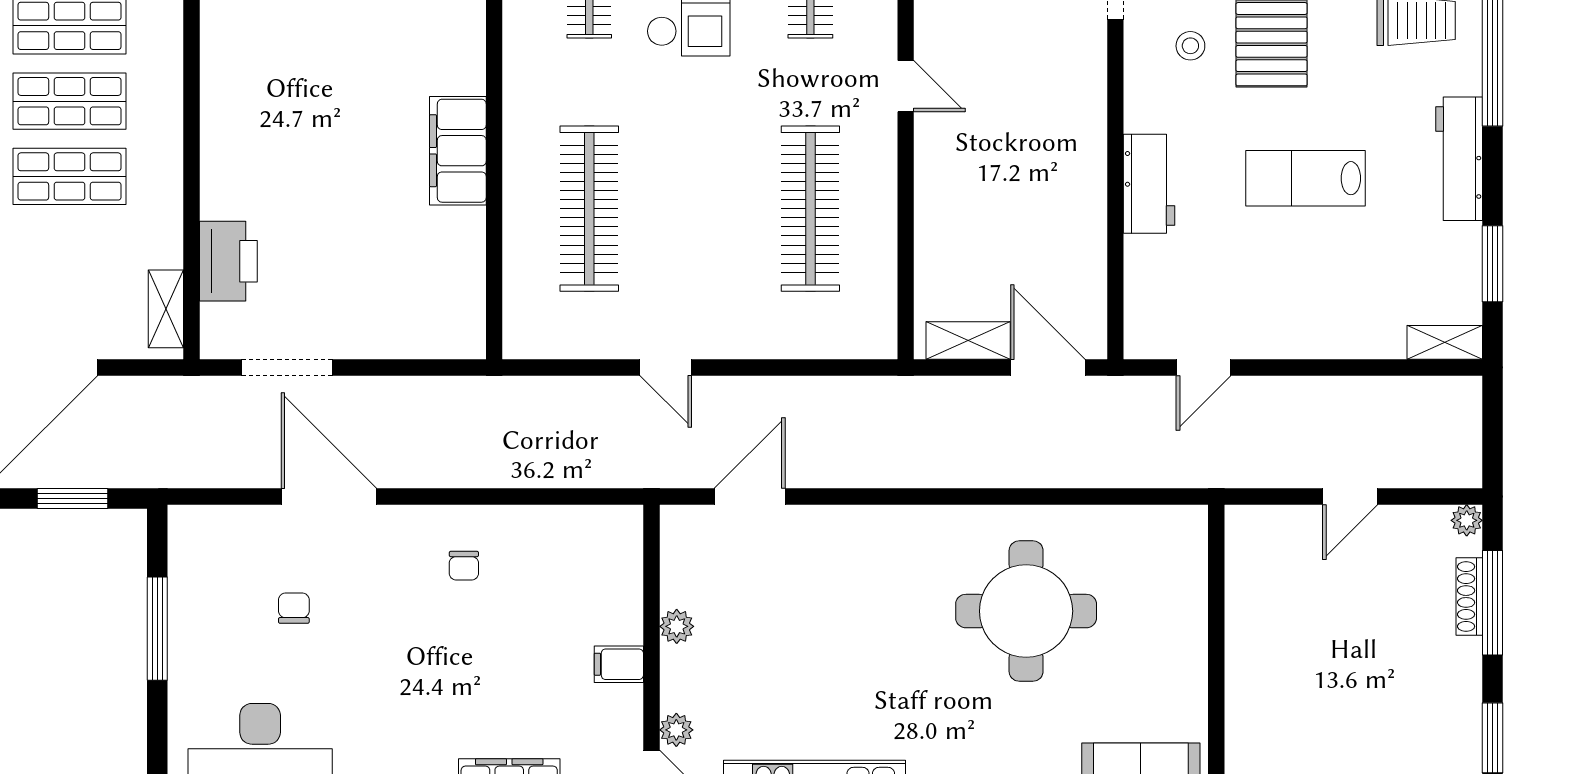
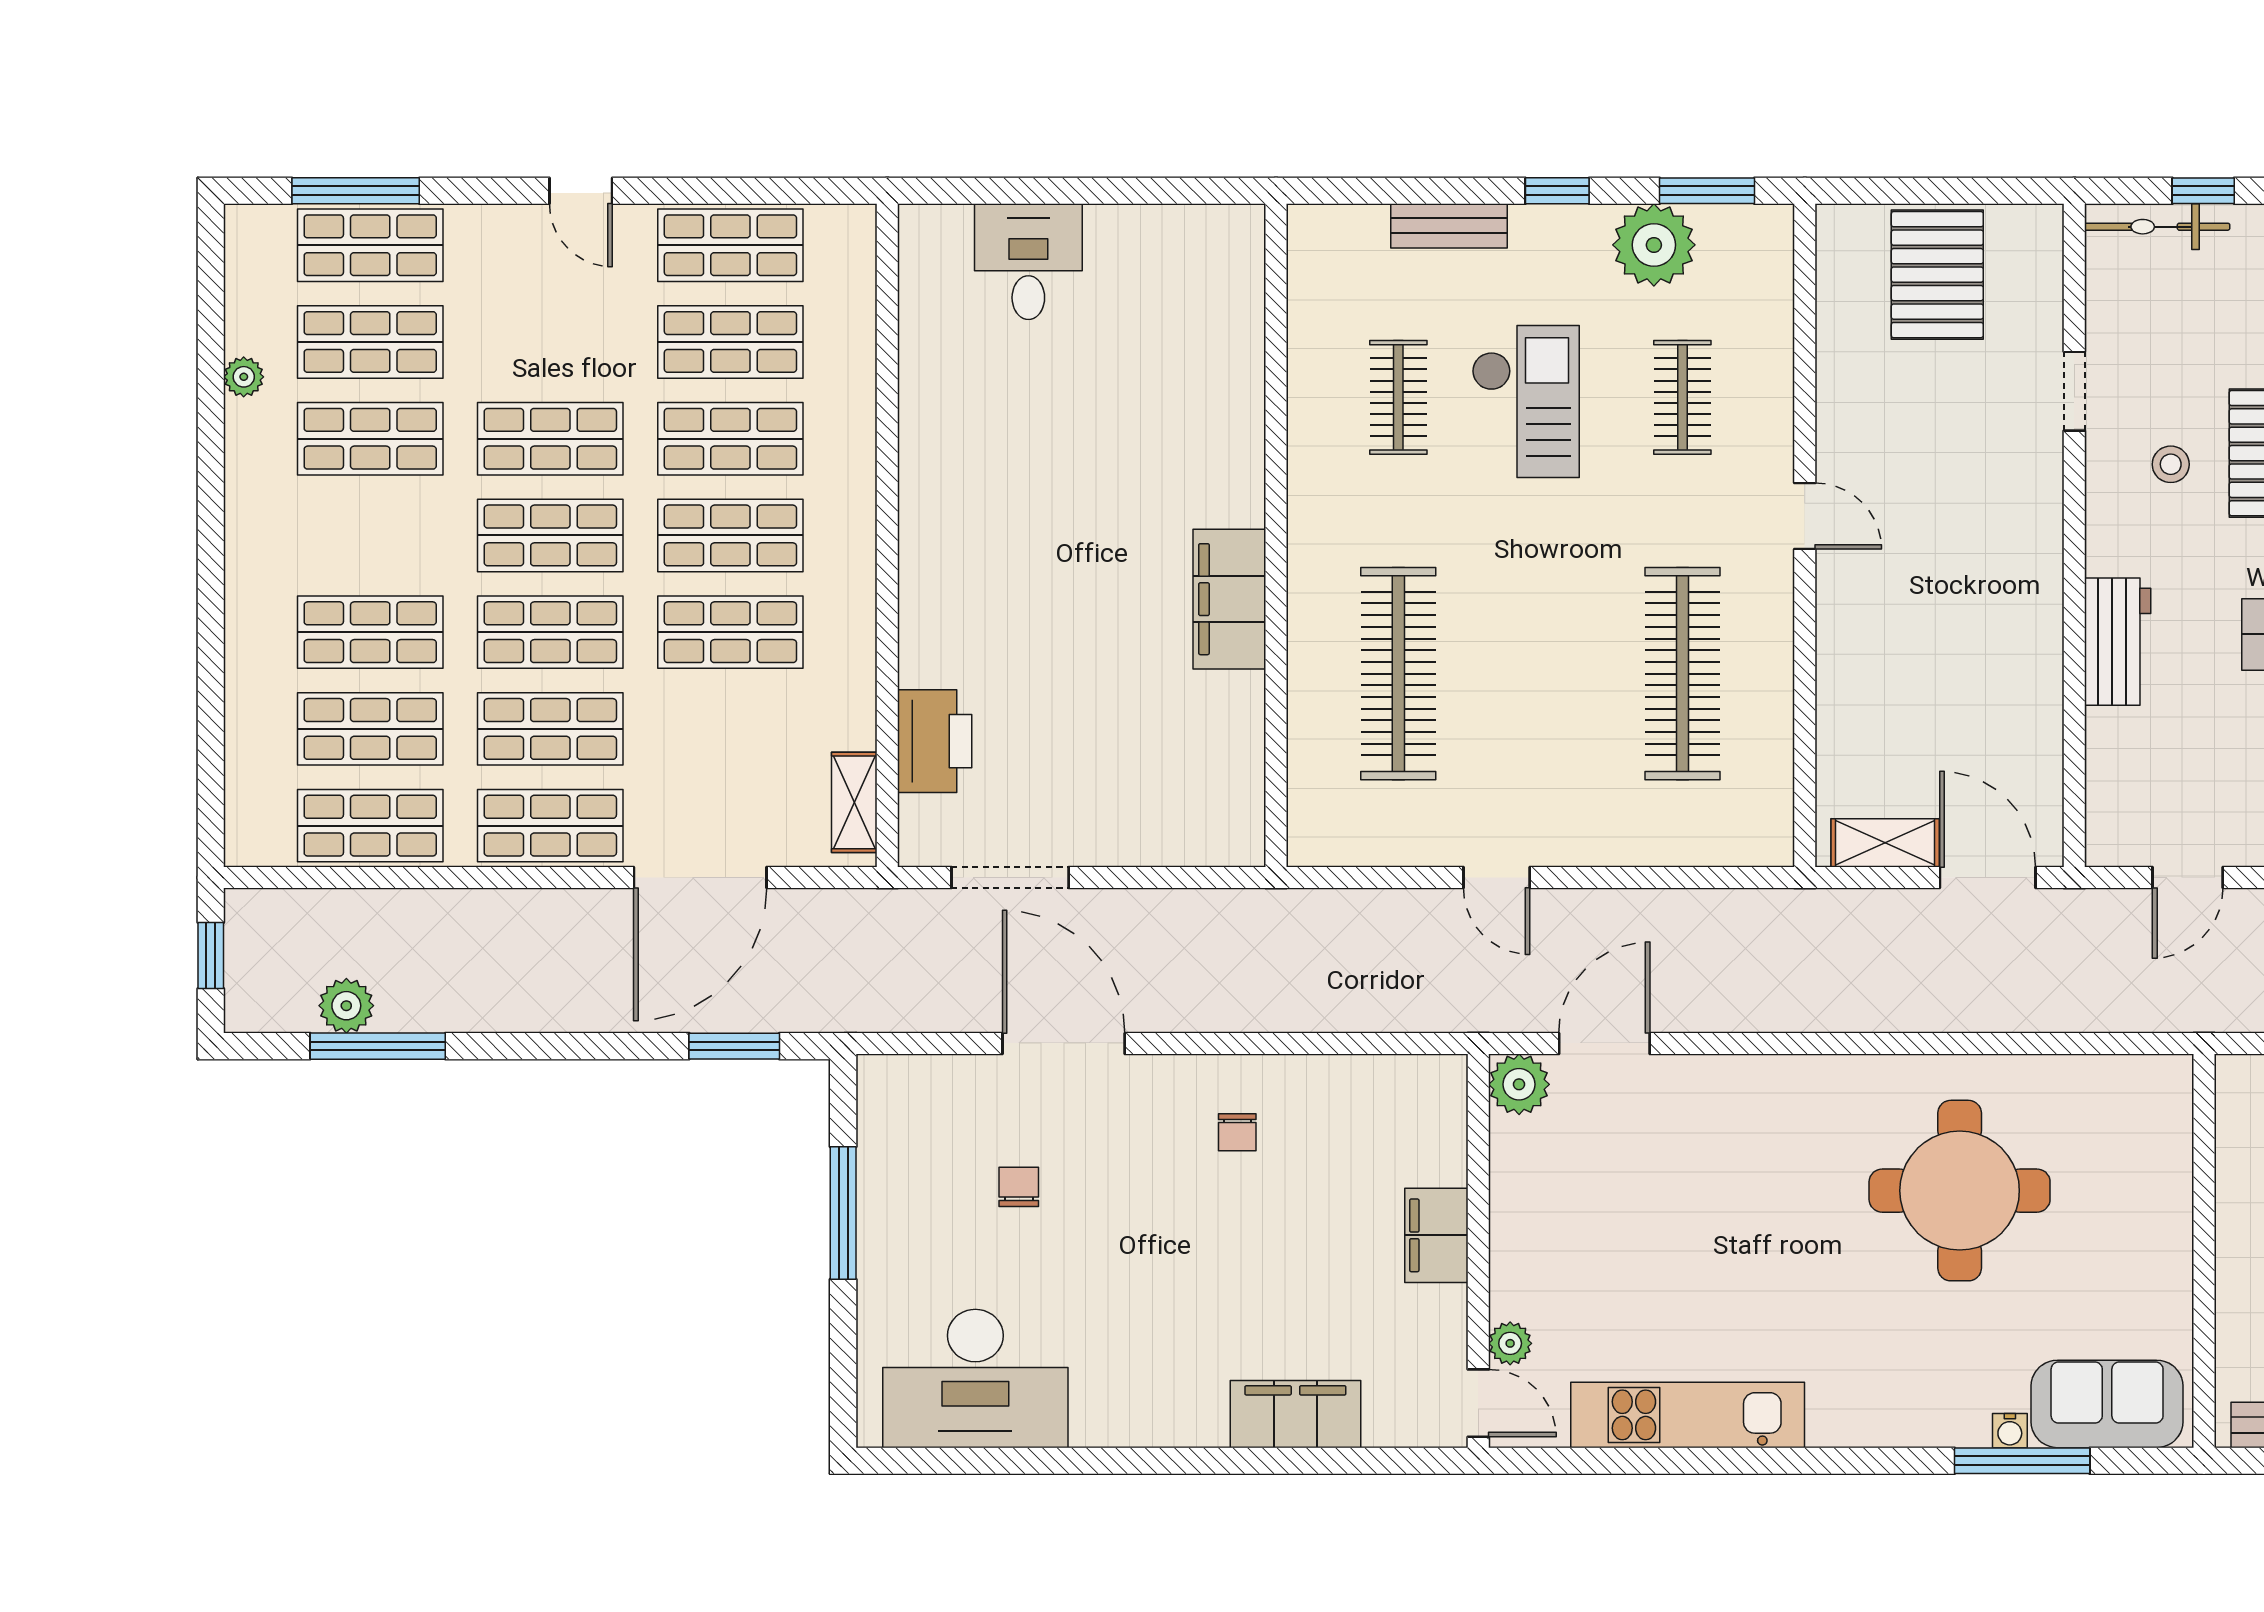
plant: (677, 626) -> (1519, 1084), moved, width x1.38, depth x1.38
filing cabinet: (619, 664) -> (1436, 1235), width x2.00

